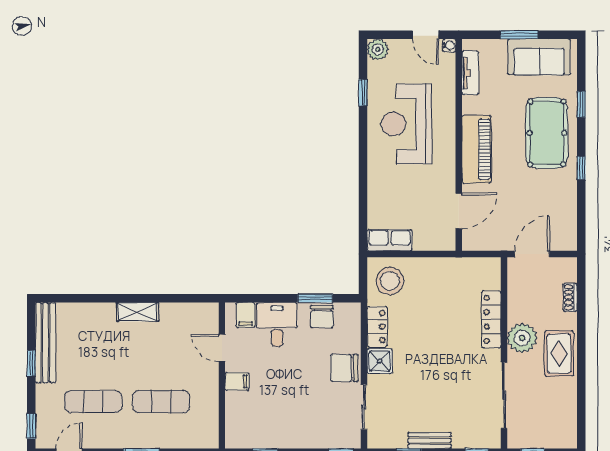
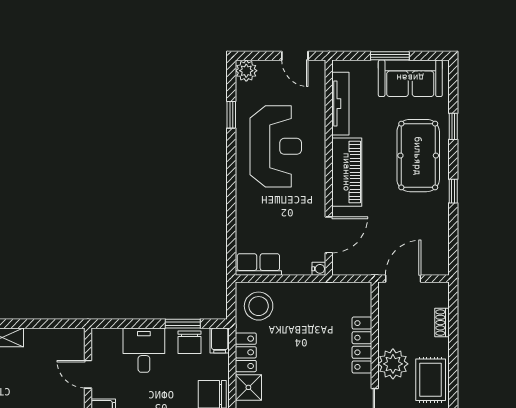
water cooler: (449, 45) -> (319, 269), moved
tv unit: (470, 73) -> (340, 104), width x1.41
reception desk: (407, 124) -> (276, 146), turned 180
filing cabinet: (246, 315) -> (220, 341), moved

